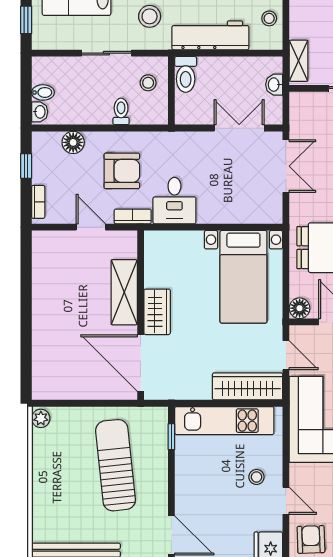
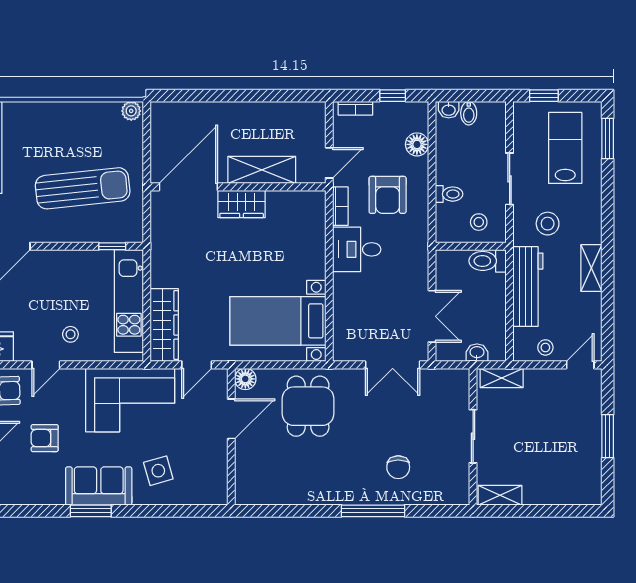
shelving: (124, 292) -> (262, 170), moved
wardrobe: (157, 312) -> (242, 204), moved
wall: (141, 315) -> (238, 187), moved
door: (141, 363) -> (188, 187), moved

